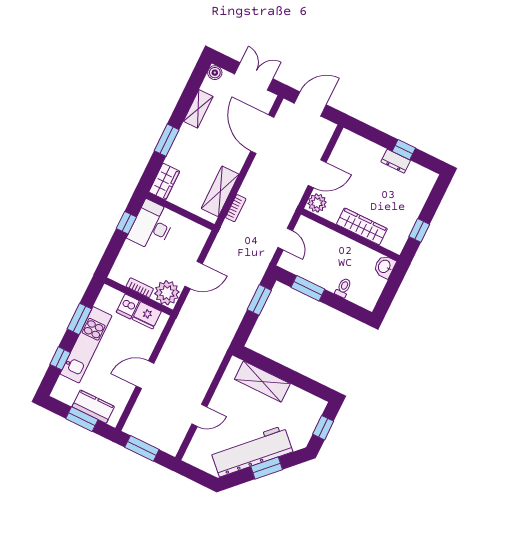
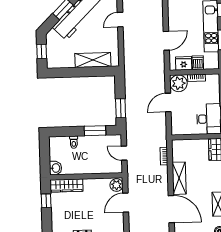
shelving: (220, 191) -> (179, 178), moved
wardrobe: (362, 226) -> (66, 185), moved
door: (145, 375) -> (166, 41), moved

